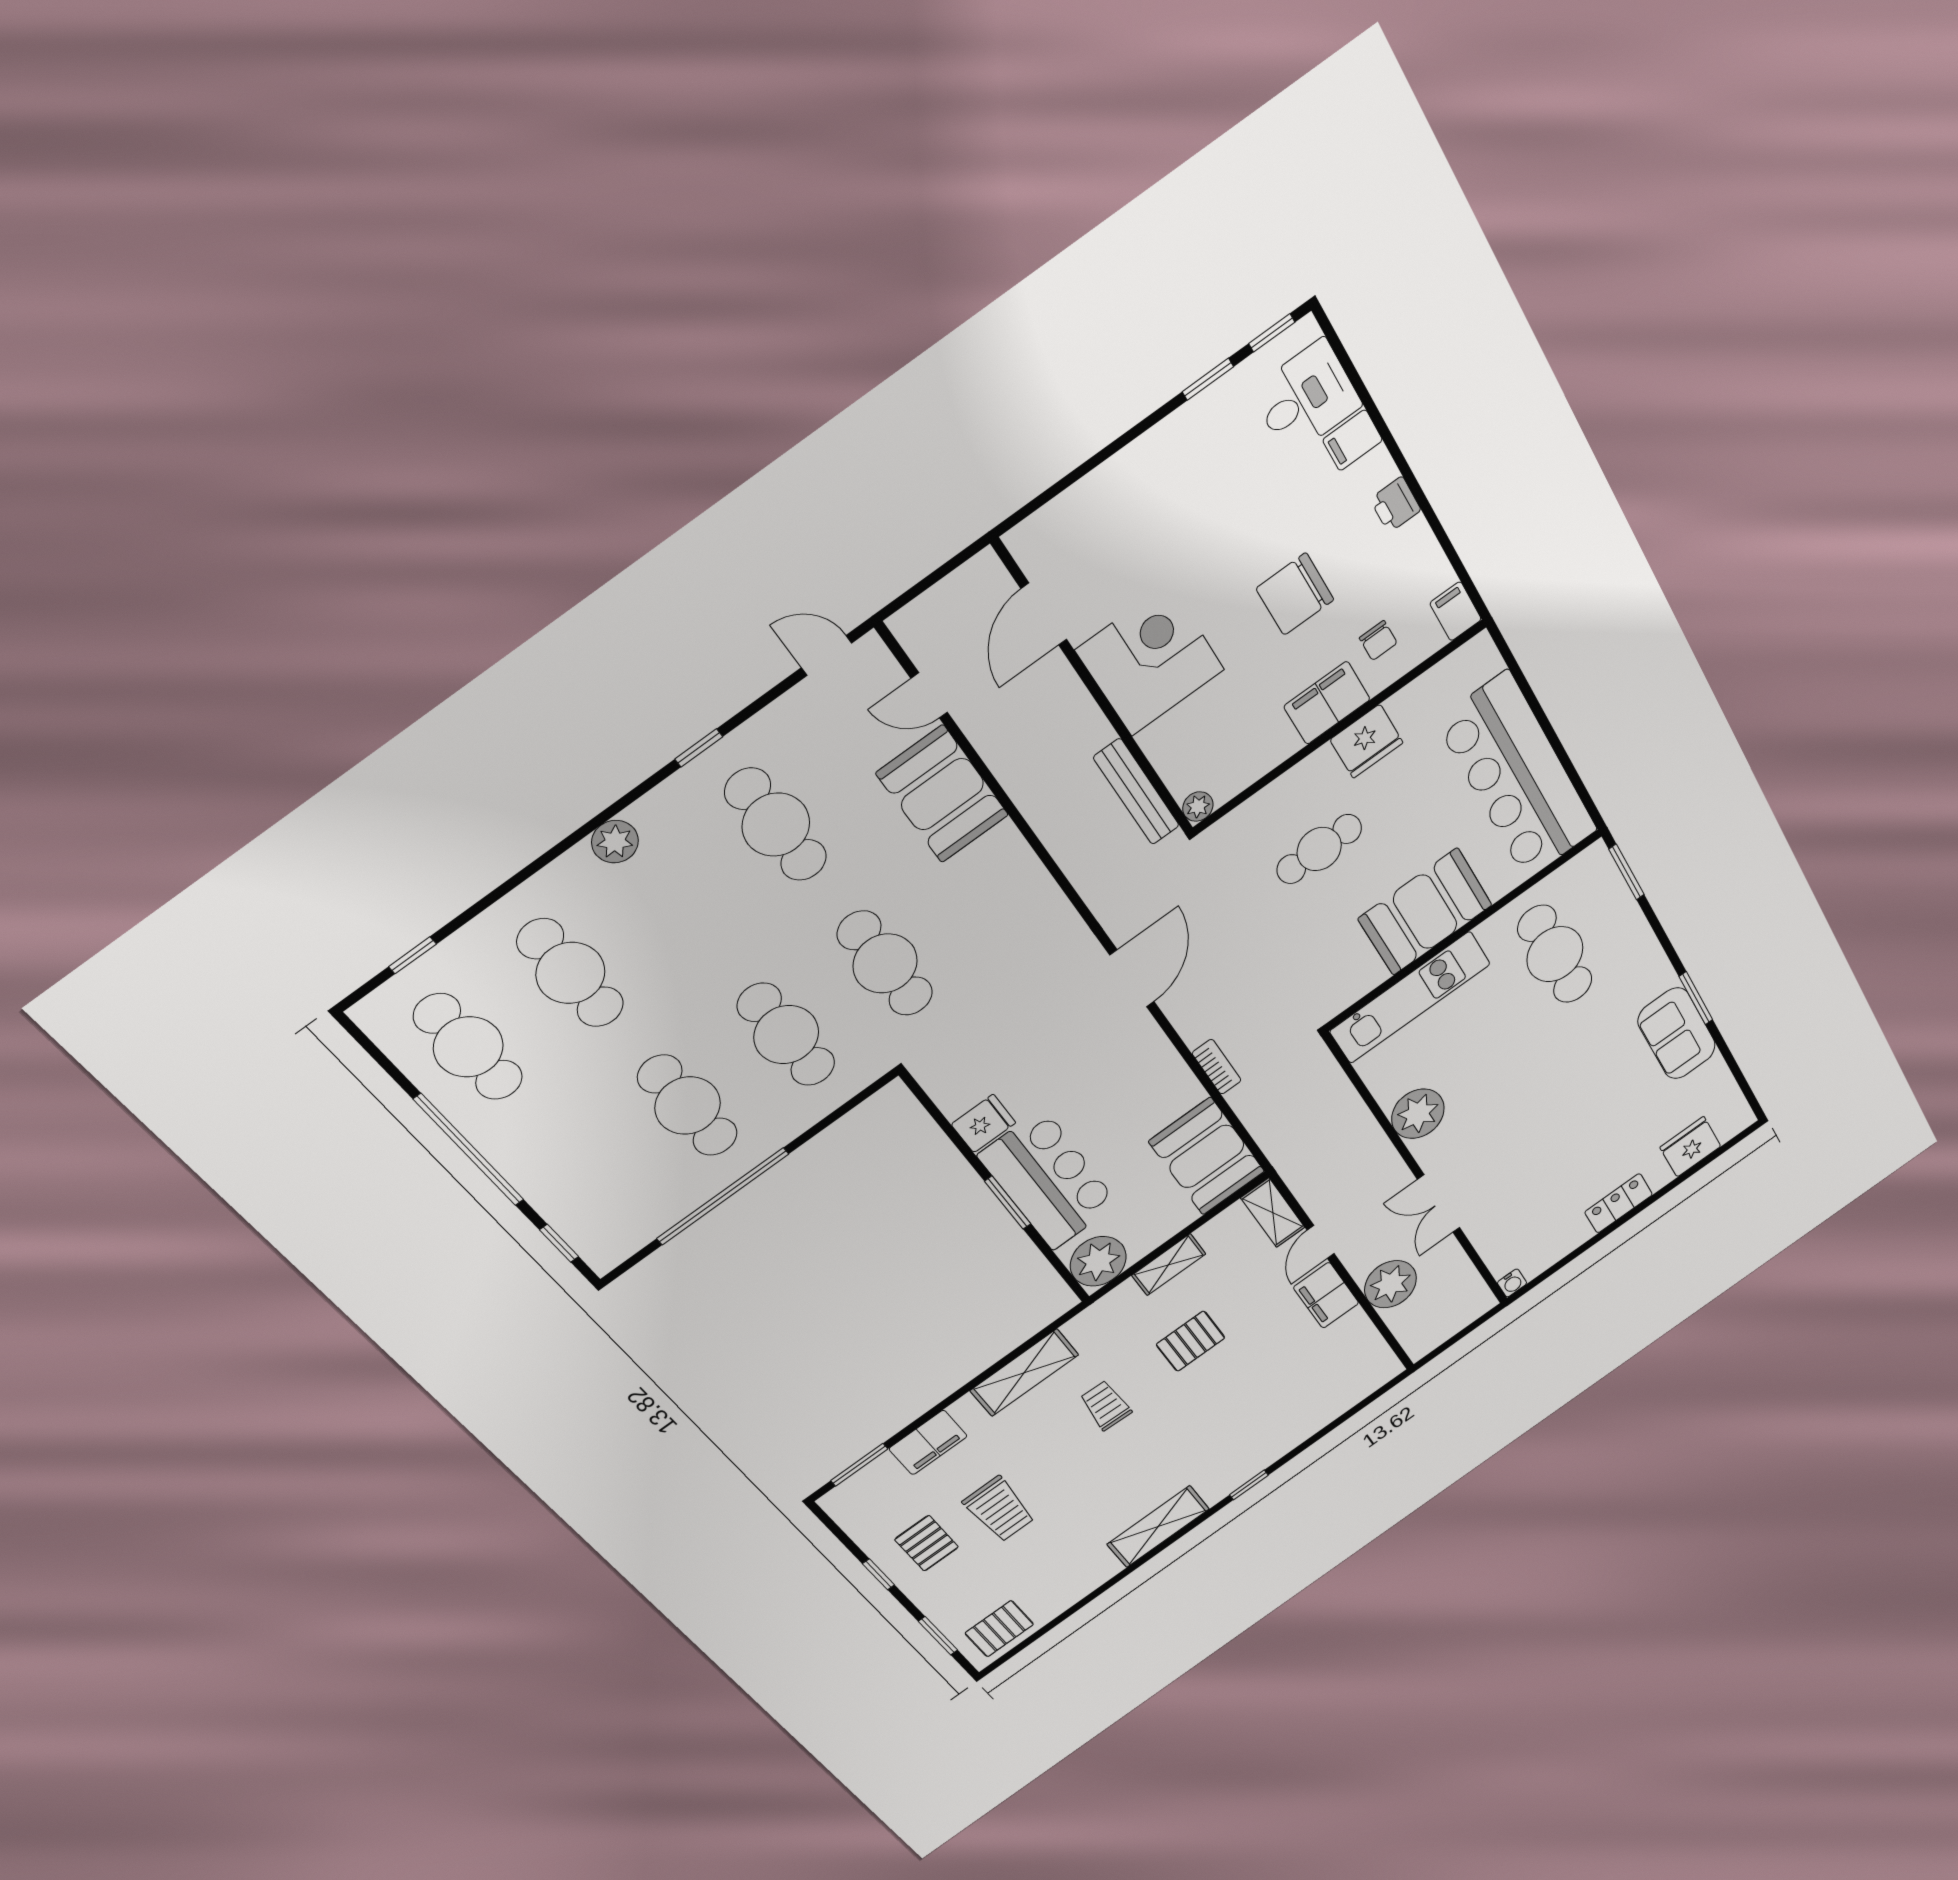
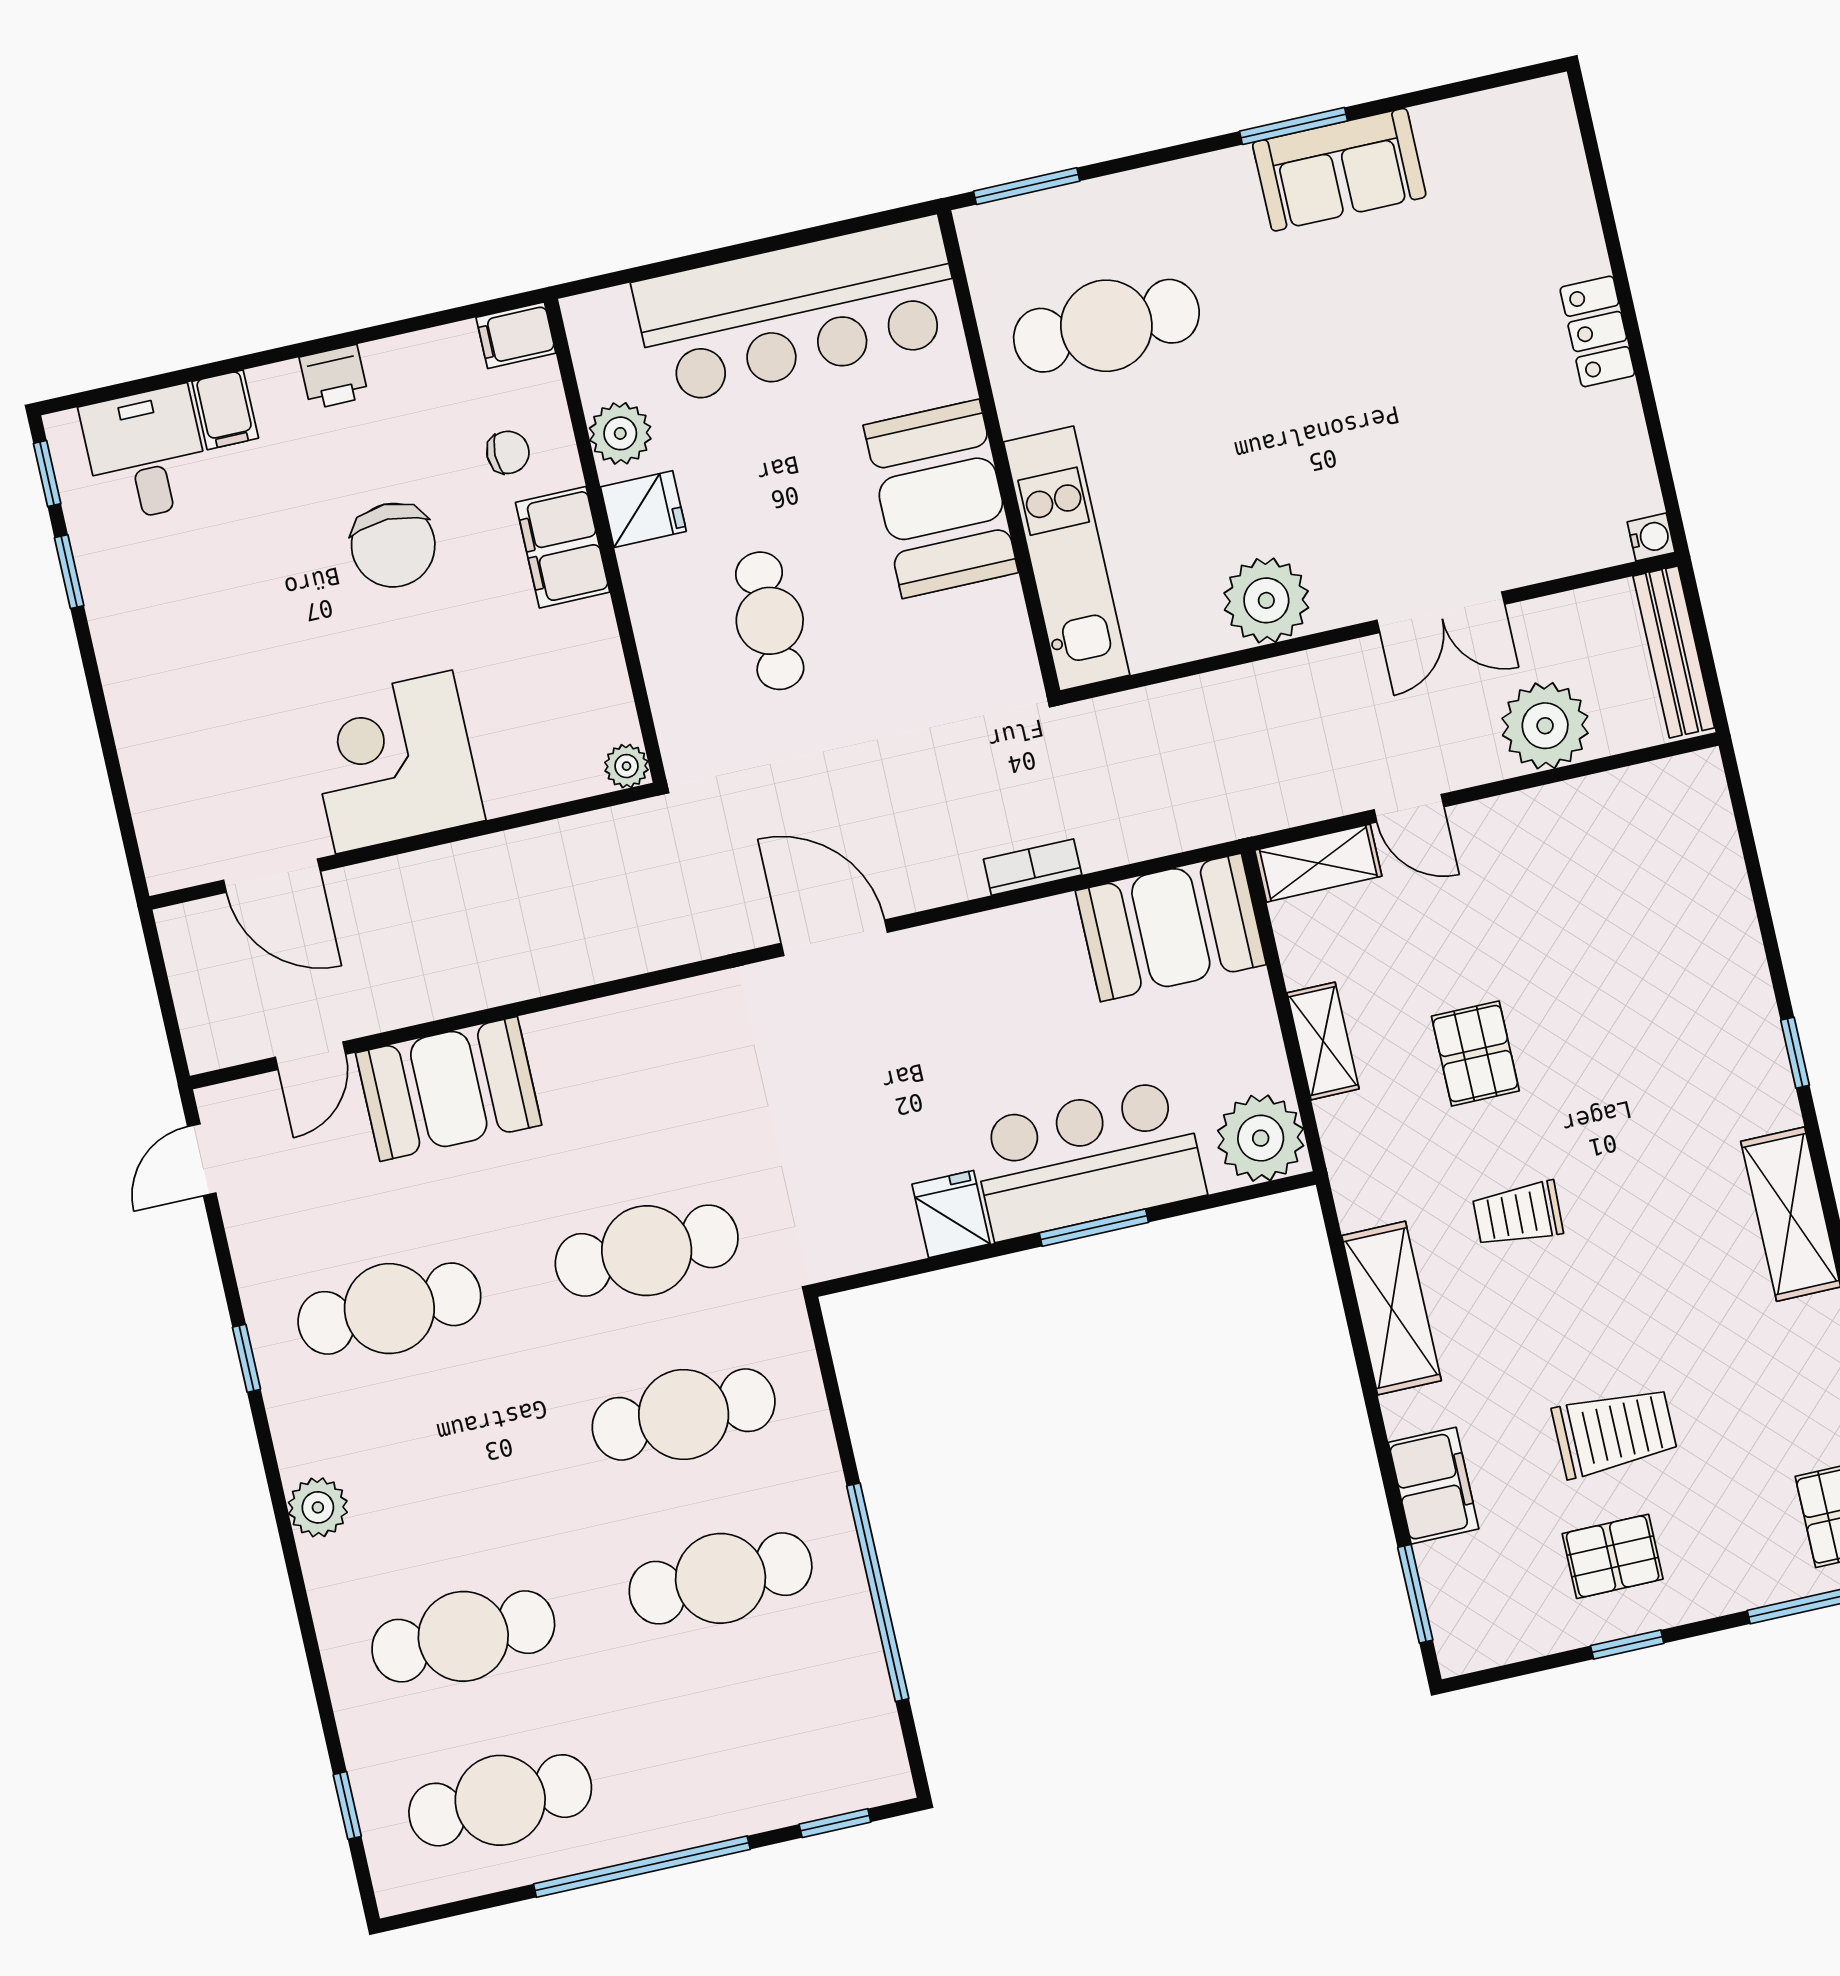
plant: (1411, 705) -> (620, 433), added
fridge: (1367, 741) -> (643, 509), width x0.72
bench: (1136, 792) -> (1674, 652), moved, turned 90
fridge: (1690, 1147) -> (1556, 192), removed
filing cabinet: (1326, 1295) -> (1509, 829), removed

